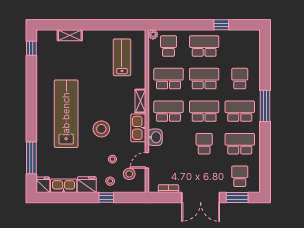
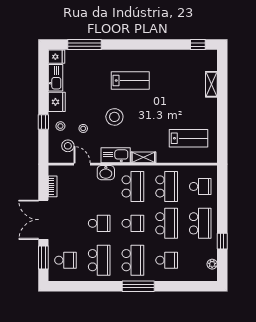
plant: (153, 34) -> (212, 264), moved
school desk: (204, 111) -> (133, 223), width x0.54
lab bench: (66, 114) -> (130, 80), width x0.54, depth x0.72

